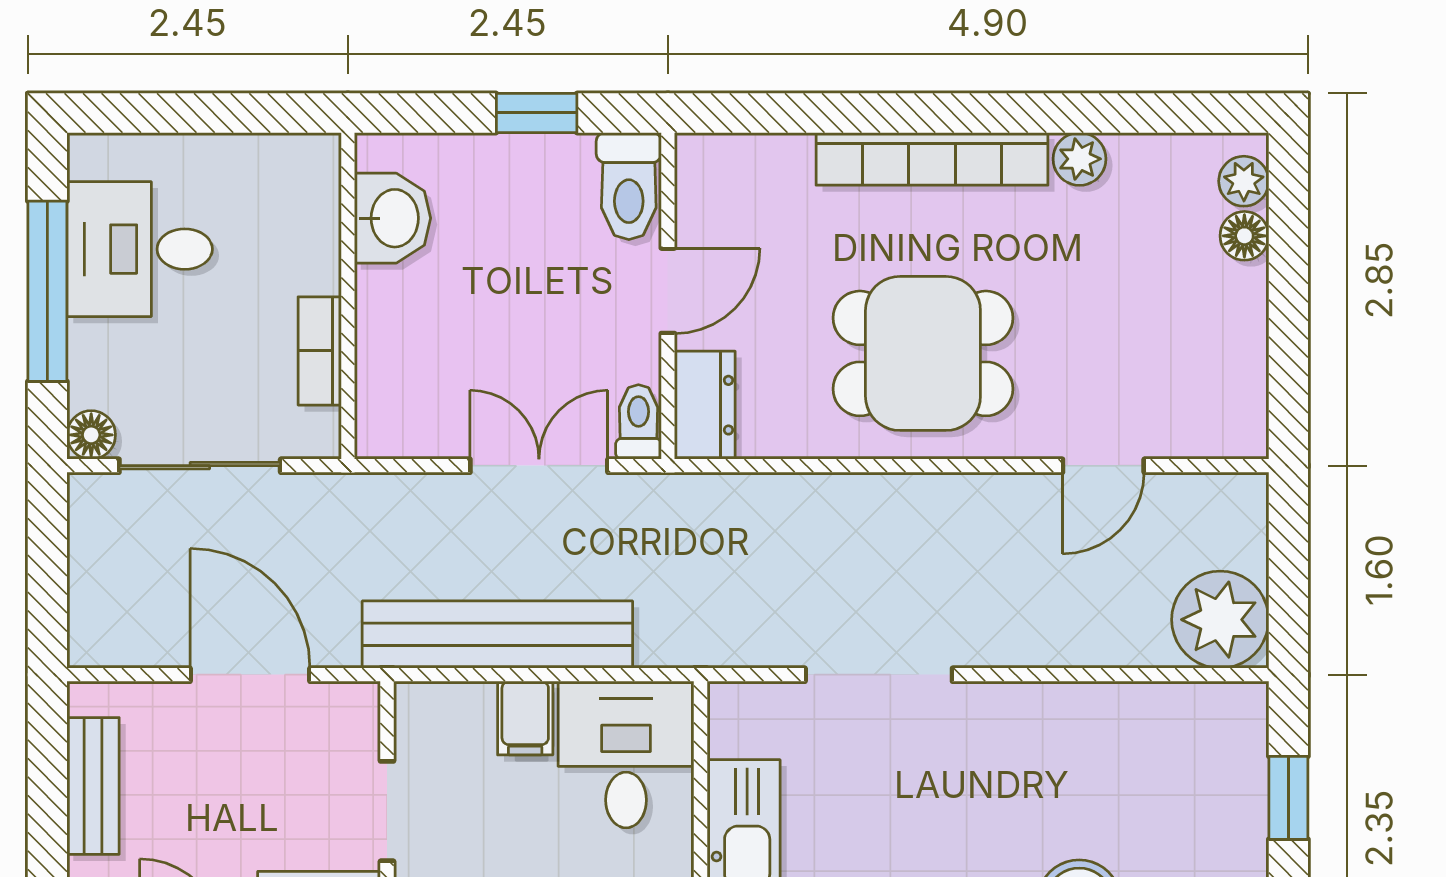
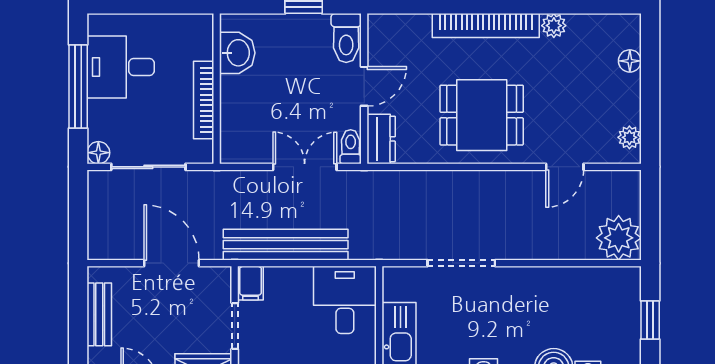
plant: (1244, 181) -> (629, 137), moved
bookcase: (320, 351) -> (204, 100), width x1.56
filing cabinet: (525, 718) -> (250, 283), moved

